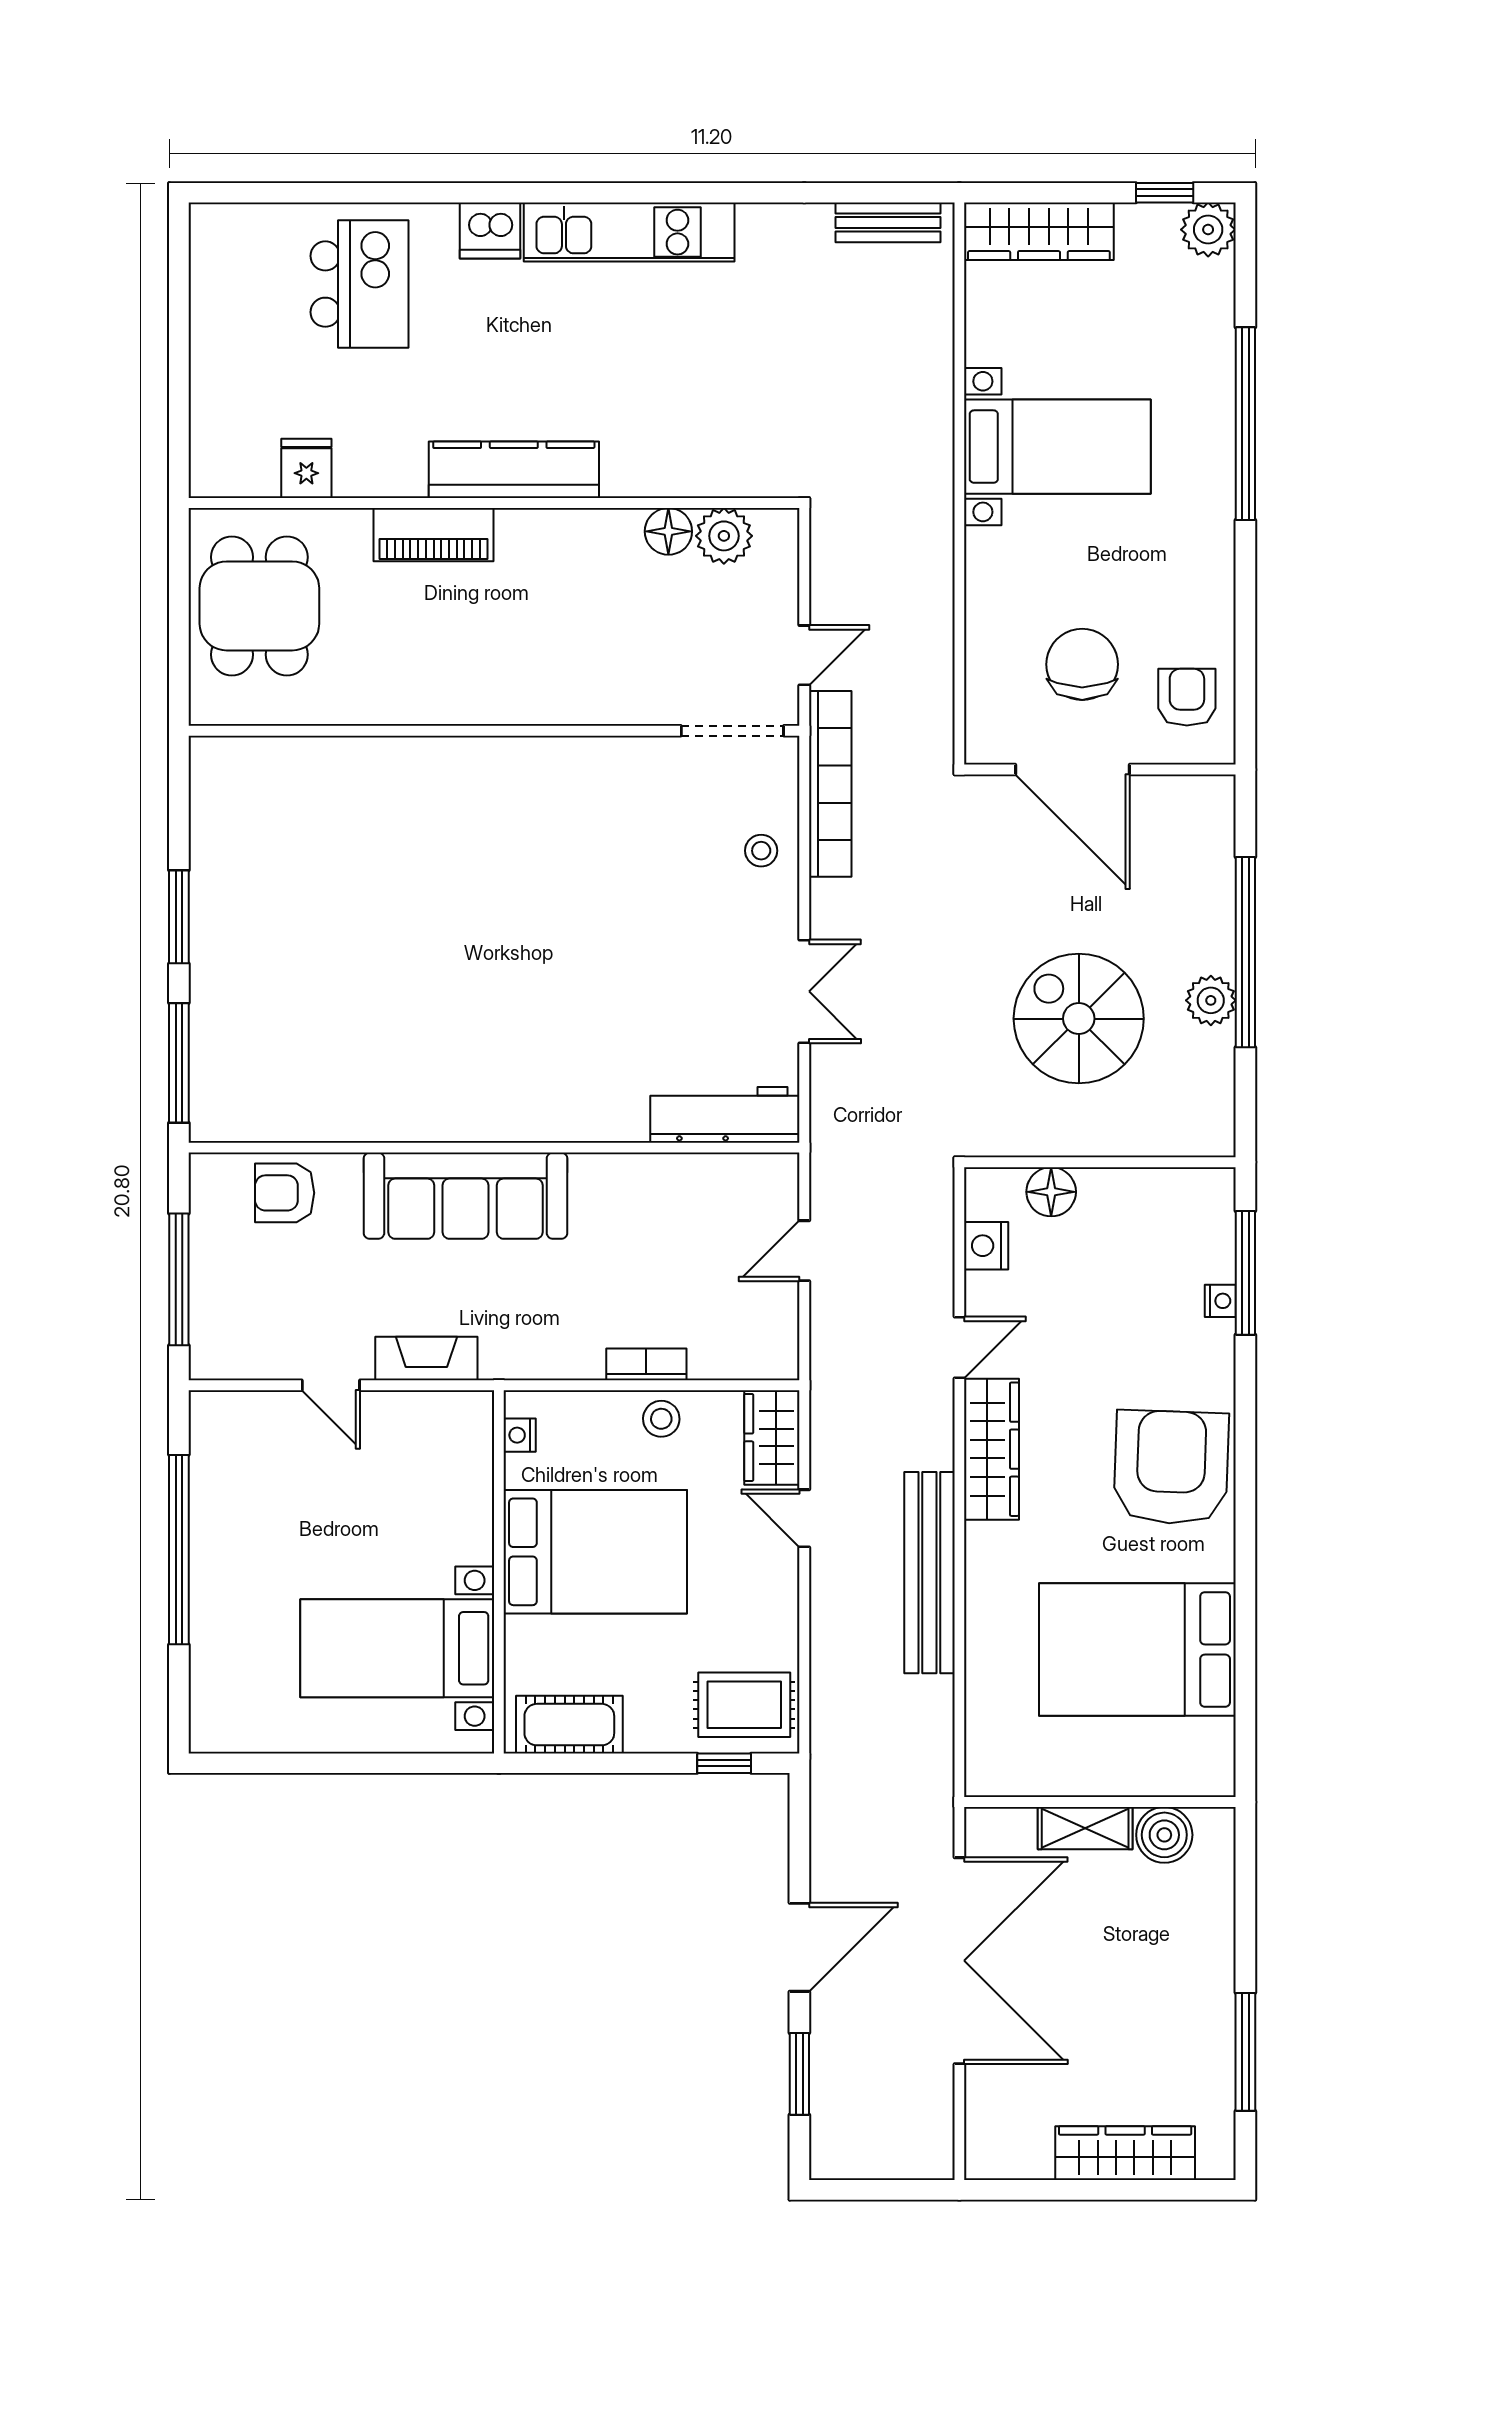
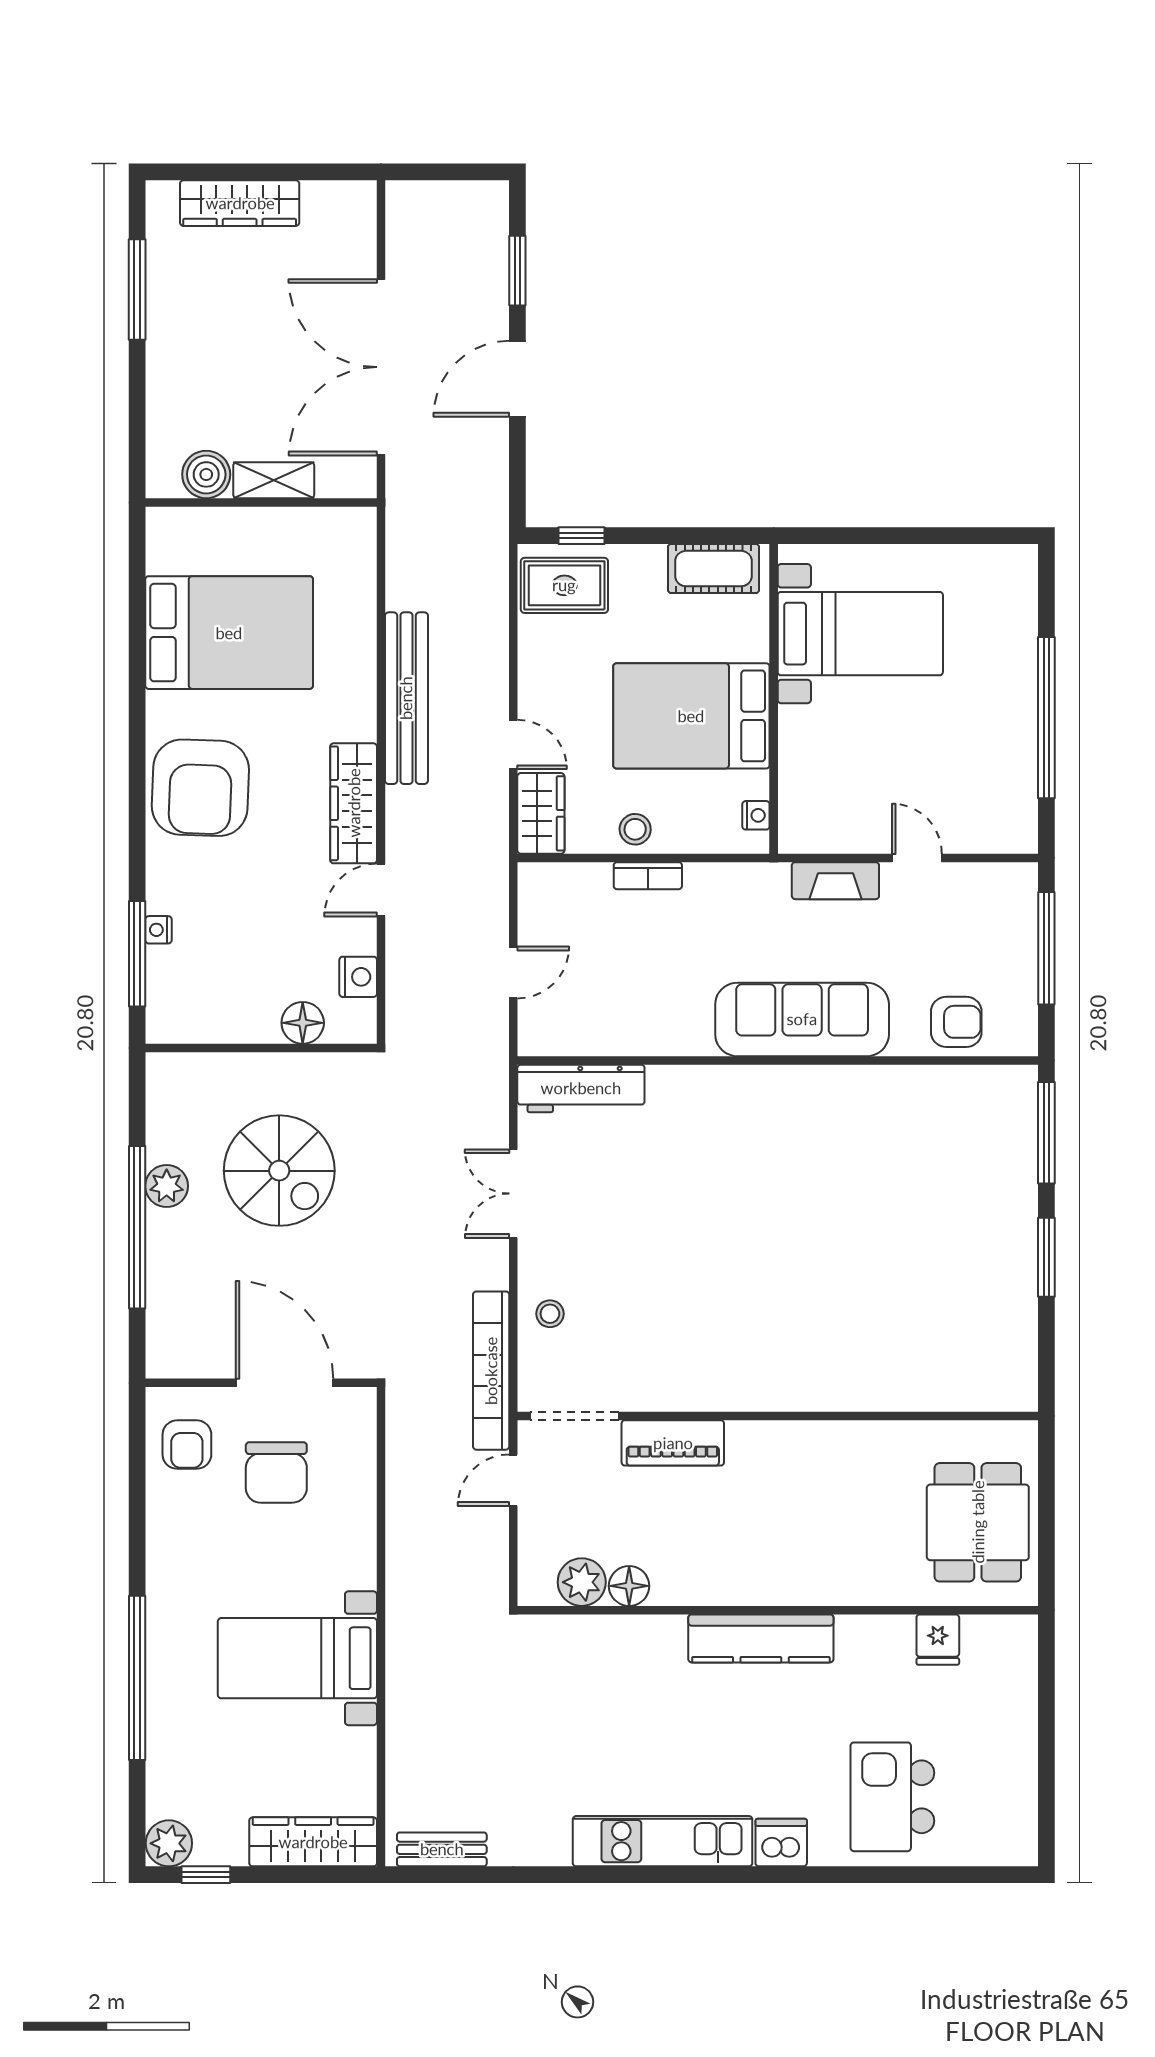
piano: (434, 535) -> (673, 1443), moved, turned 180

